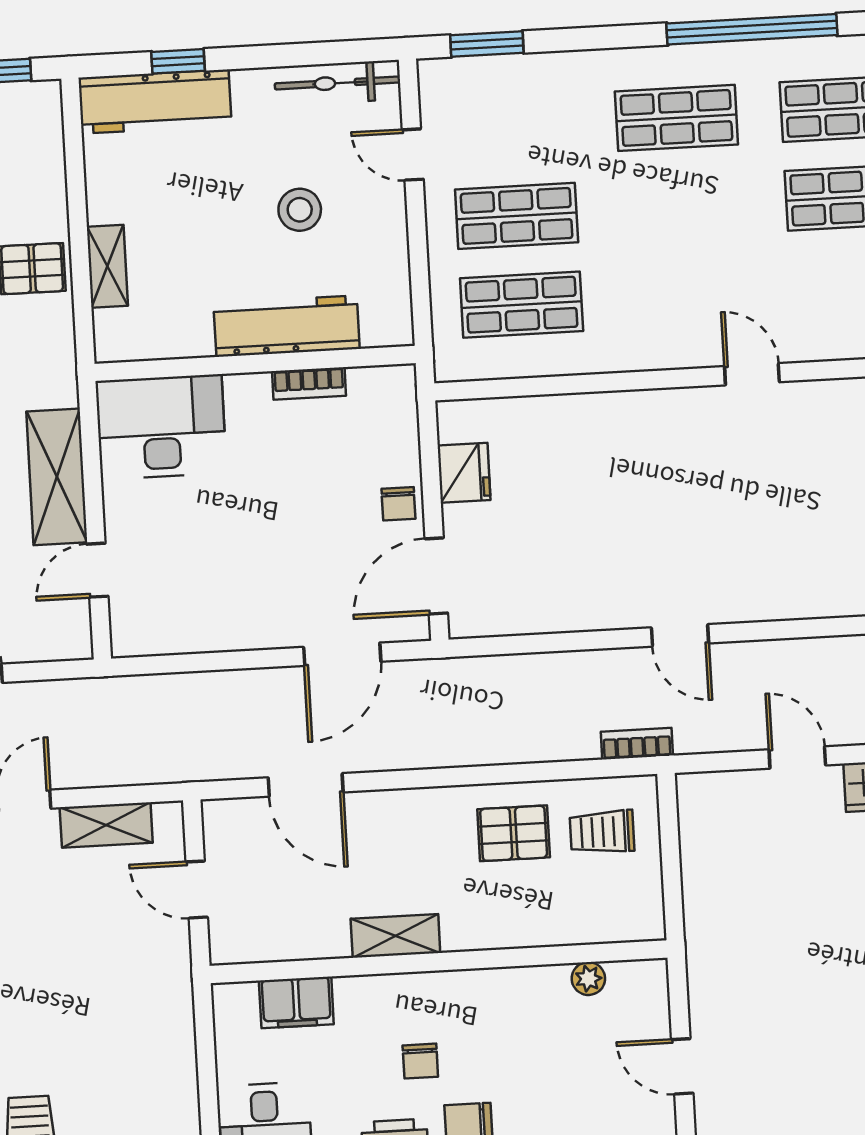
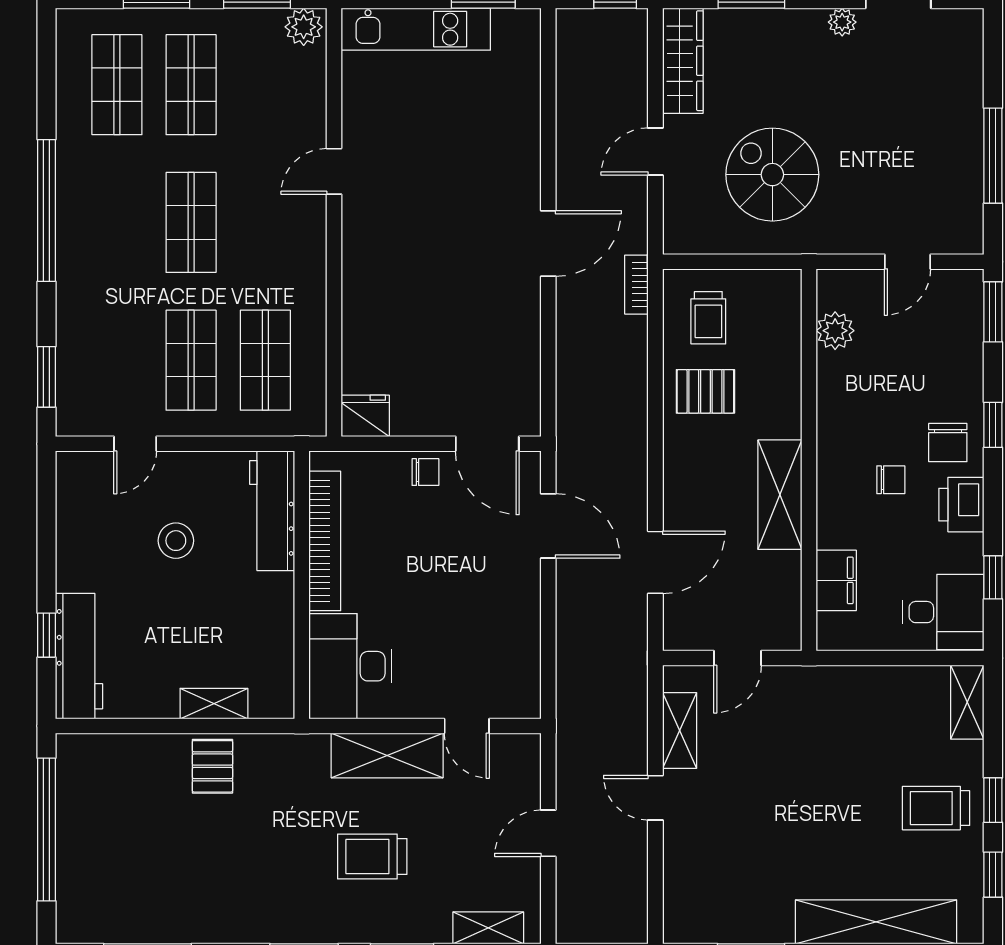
window: (752, 29) -> (46, 210), moved
bicycle: (337, 83) -> (72, 503), removed
shop shelf: (676, 118) -> (191, 222), moved
workbench: (287, 326) -> (272, 511), moved
bookcase: (309, 383) -> (325, 541), width x2.31, depth x1.31
fridge: (464, 473) -> (365, 416), moved
door: (680, 635) -> (548, 244), width x1.38
pallet: (514, 833) -> (705, 391), turned 90
spiral stairs: (777, 899) -> (772, 175), added
shelving: (395, 936) -> (780, 495), width x1.50, depth x1.33
plant: (588, 979) -> (835, 331), width x1.38, depth x1.38

